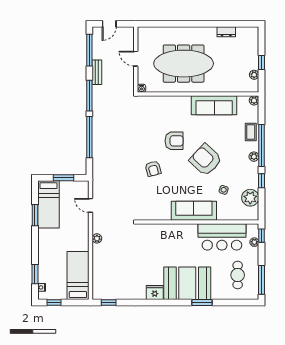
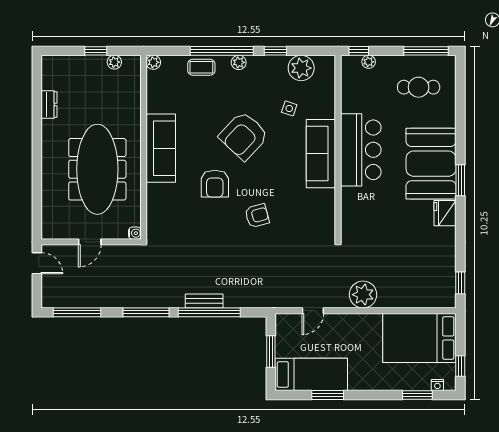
door: (109, 24) -> (37, 263), moved
bench: (97, 72) -> (204, 301), moved
sofa: (214, 105) -> (161, 148), moved
armchair: (174, 141) -> (215, 184), turned 180
bar counter: (222, 237) -> (361, 150), moved
plant: (97, 238) -> (363, 295), width x1.87, depth x1.87
bed: (78, 276) -> (419, 338), width x1.50
window: (202, 302) -> (460, 180), moved

